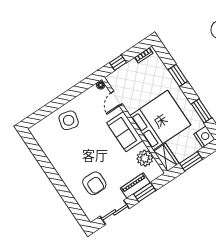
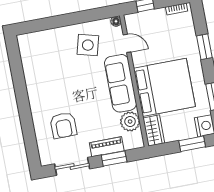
door: (117, 98) -> (127, 43), swing flipped
side table: (69, 120) -> (88, 45), moved
sofa: (125, 132) -> (121, 83), width x1.36
window: (191, 161) -> (192, 144), moved

